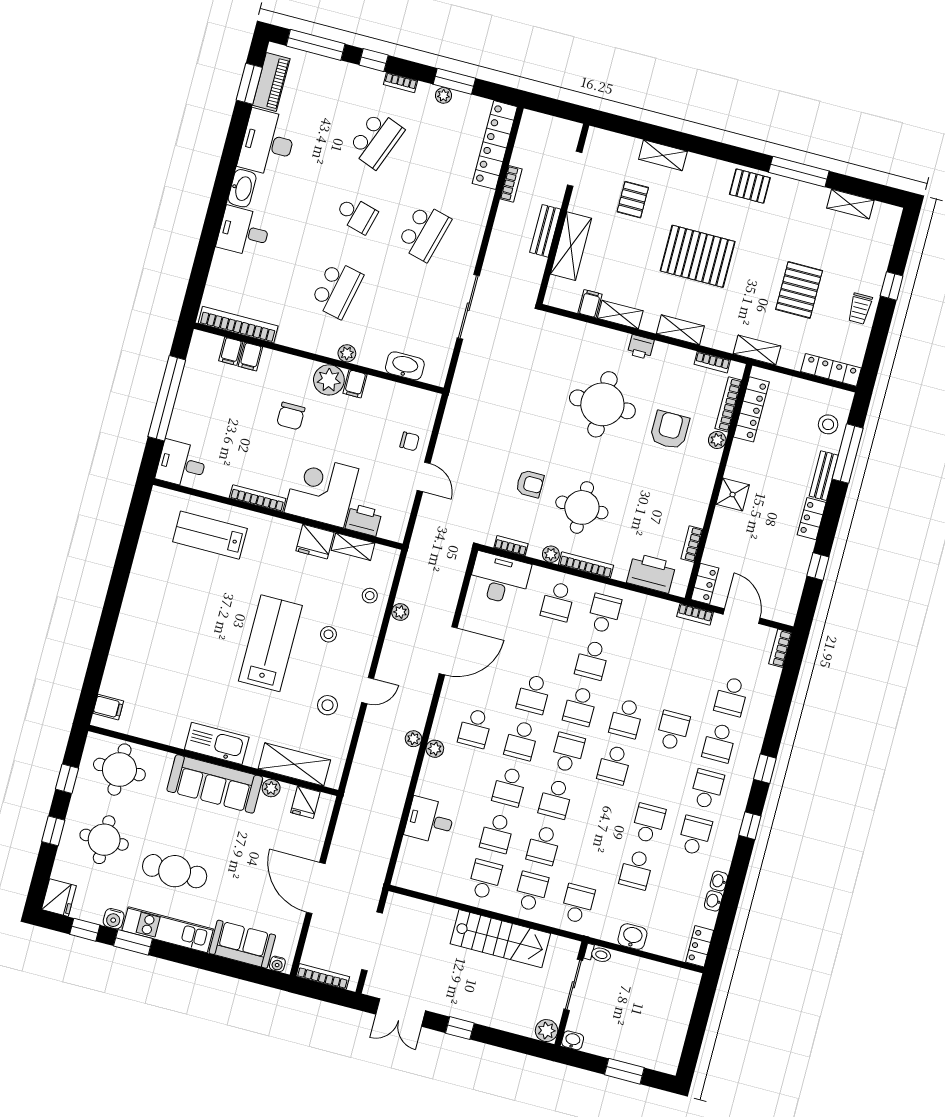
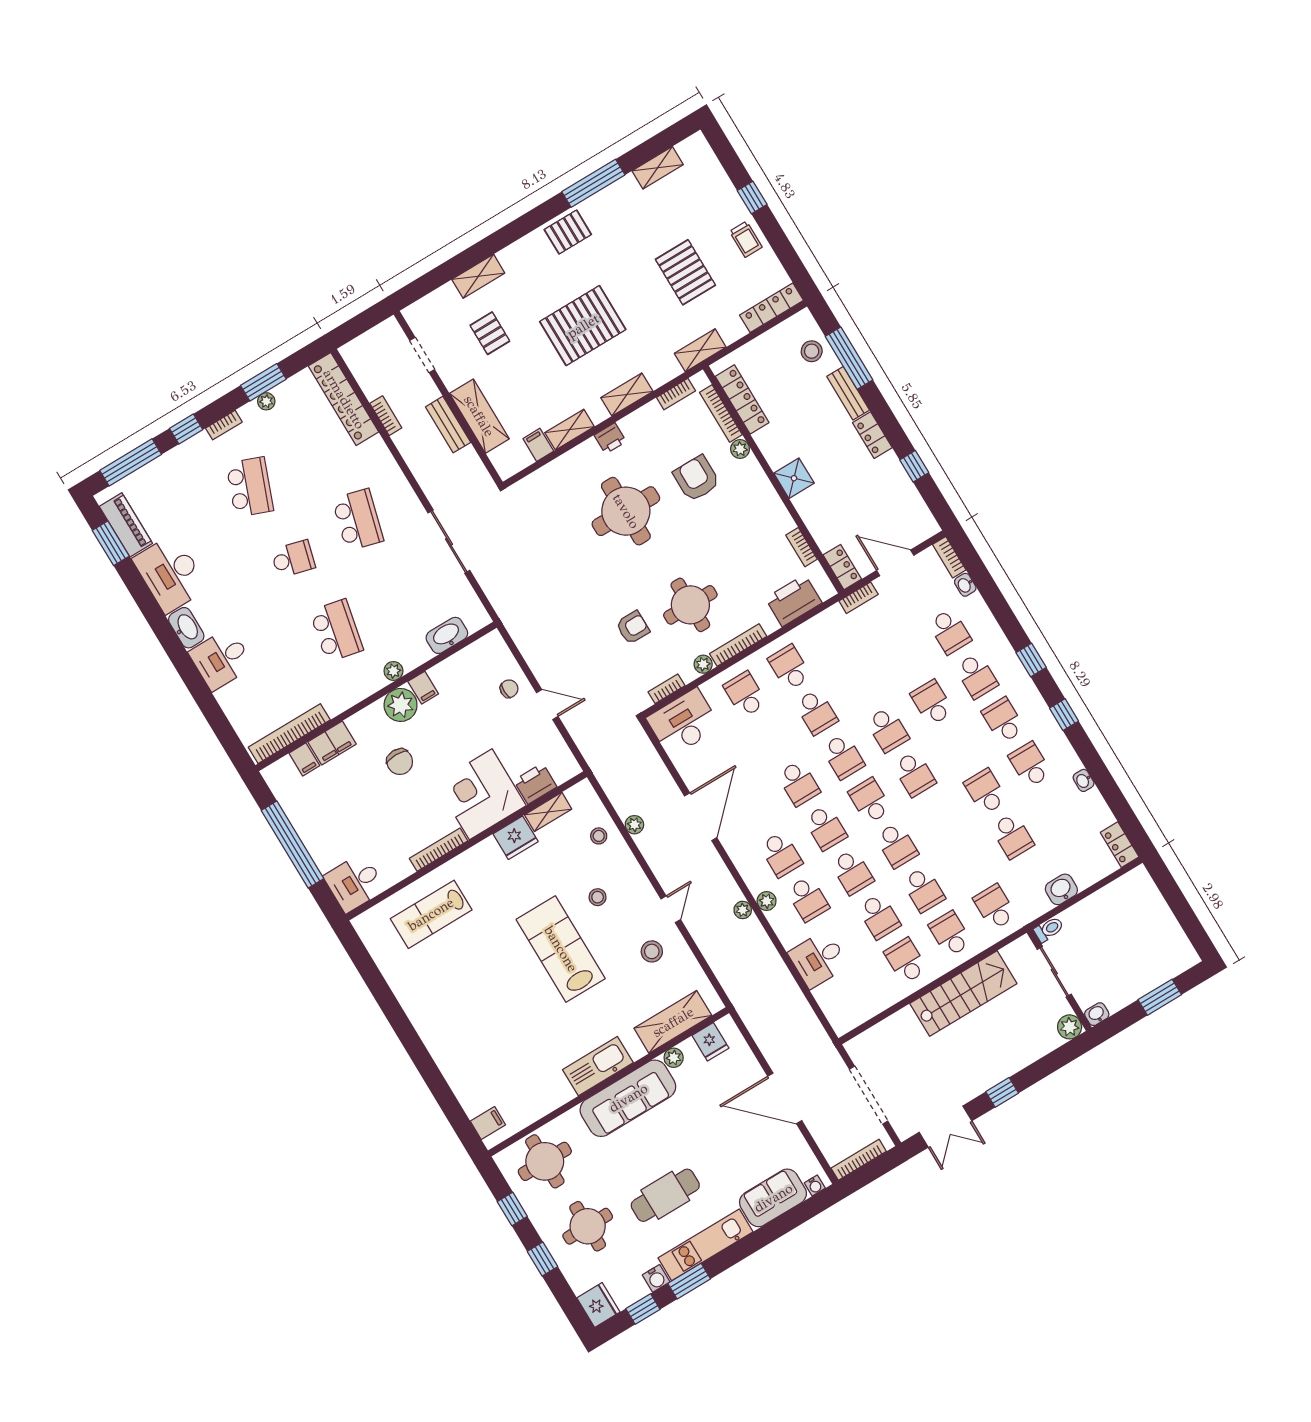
filing cabinet: (250, 357) -> (332, 743), width x2.00
school desk: (558, 601) -> (745, 694), turned 180
school desk: (463, 775) -> (808, 899), added
washbasin: (713, 901) -> (965, 585), moved

